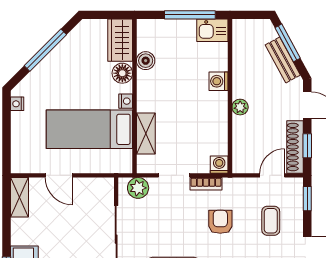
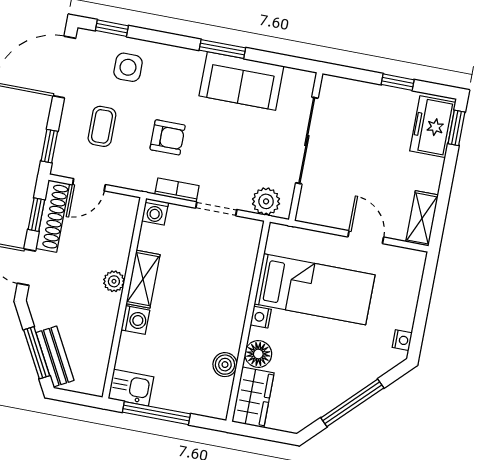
bench: (283, 60) -> (55, 357), moved
shelving: (146, 134) -> (143, 279), moved
armchair: (220, 222) -> (168, 137), turned -90

